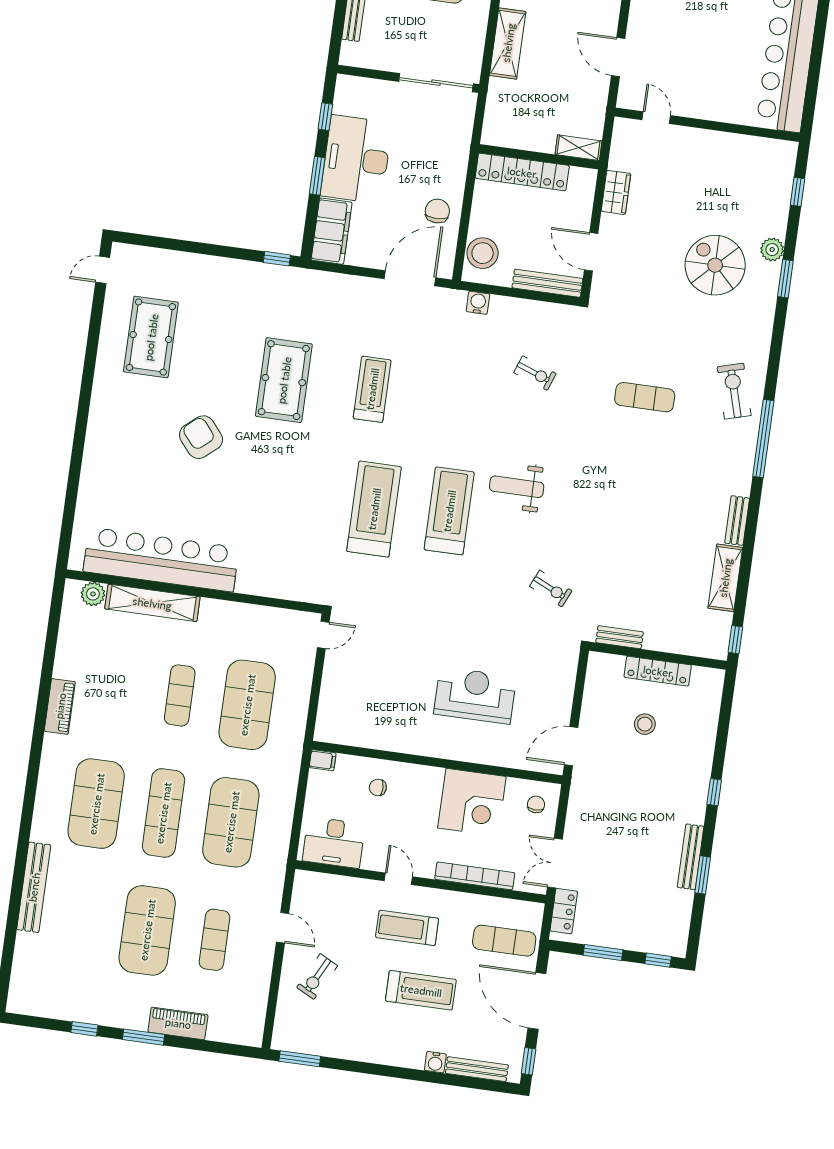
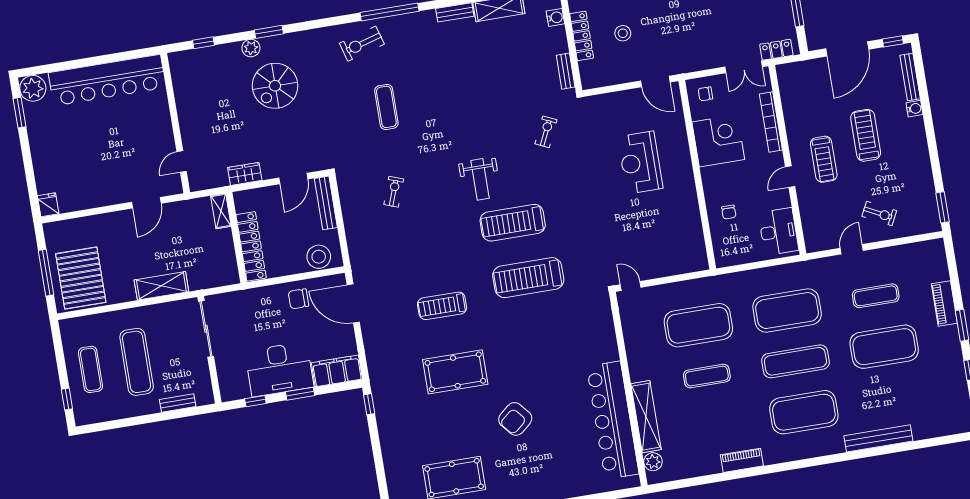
water cooler: (478, 303) -> (555, 17), moved, turned 180
filing cabinet: (323, 760) -> (721, 258), removed
exercise mat: (504, 941) -> (811, 86), removed

